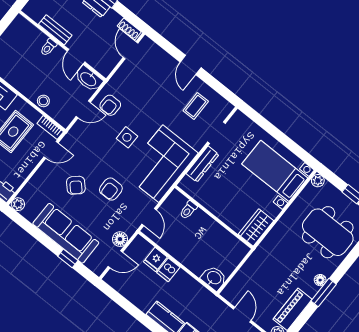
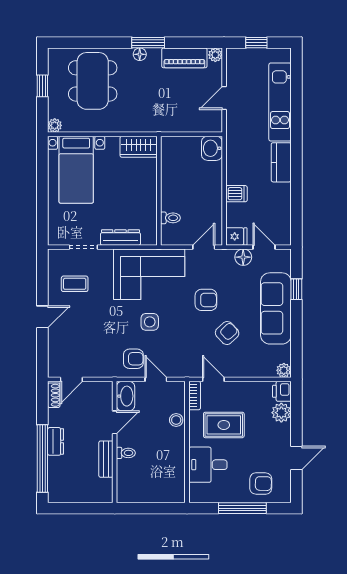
fridge: (155, 259) -> (236, 236), moved

